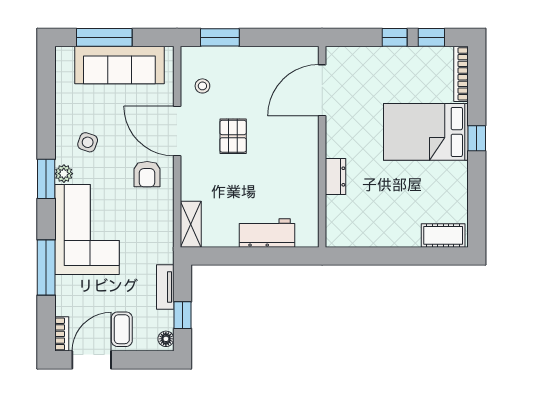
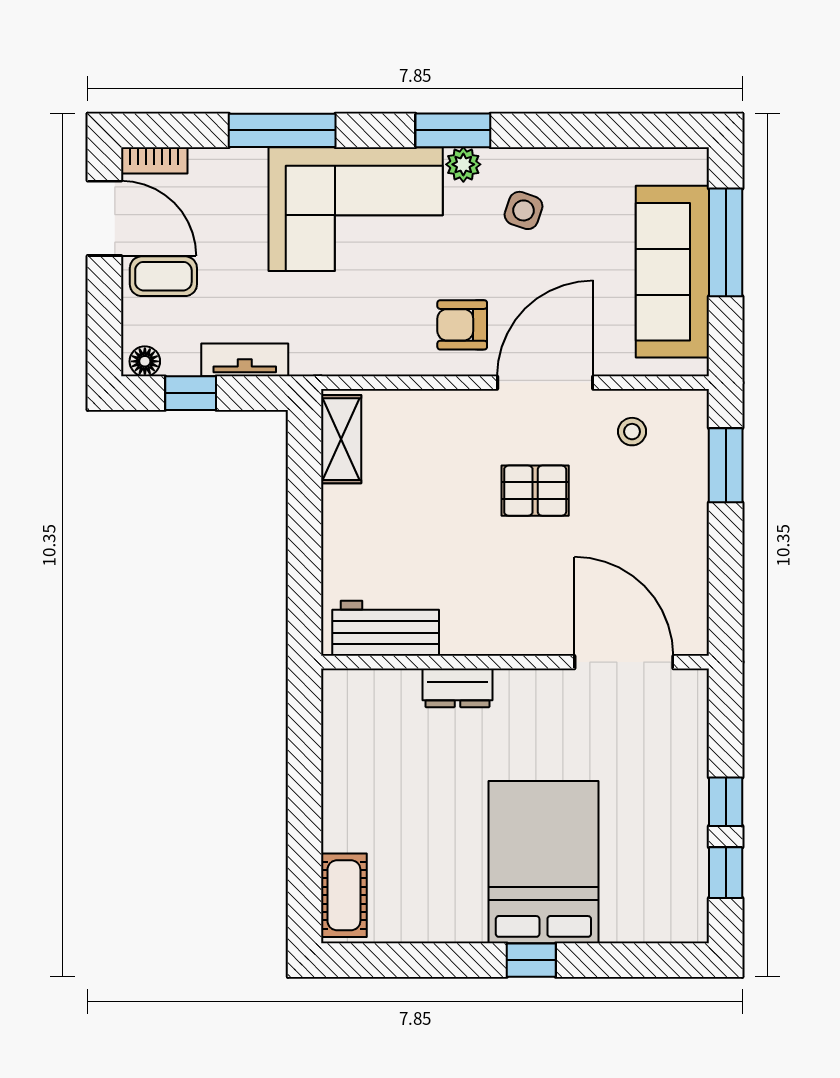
bookcase: (461, 74) -> (655, 930), removed
shelving: (191, 224) -> (341, 439), moved, turned 90
workbench: (267, 233) -> (386, 628), moved, turned -90

